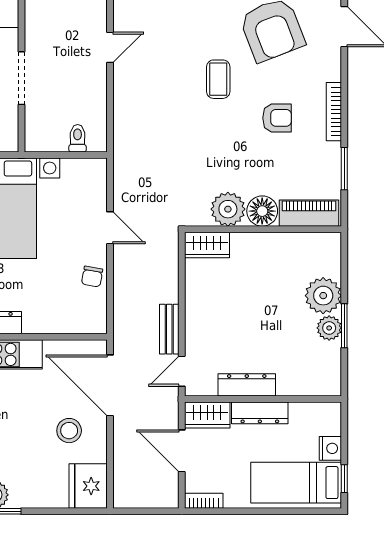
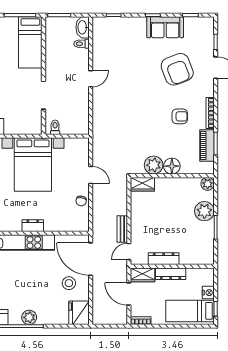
coffee table: (218, 79) -> (148, 96), removed
toilet: (78, 138) -> (55, 127), moved
piano: (309, 213) -> (207, 145), moved, turned -90
plant: (329, 328) -> (208, 184), moved

